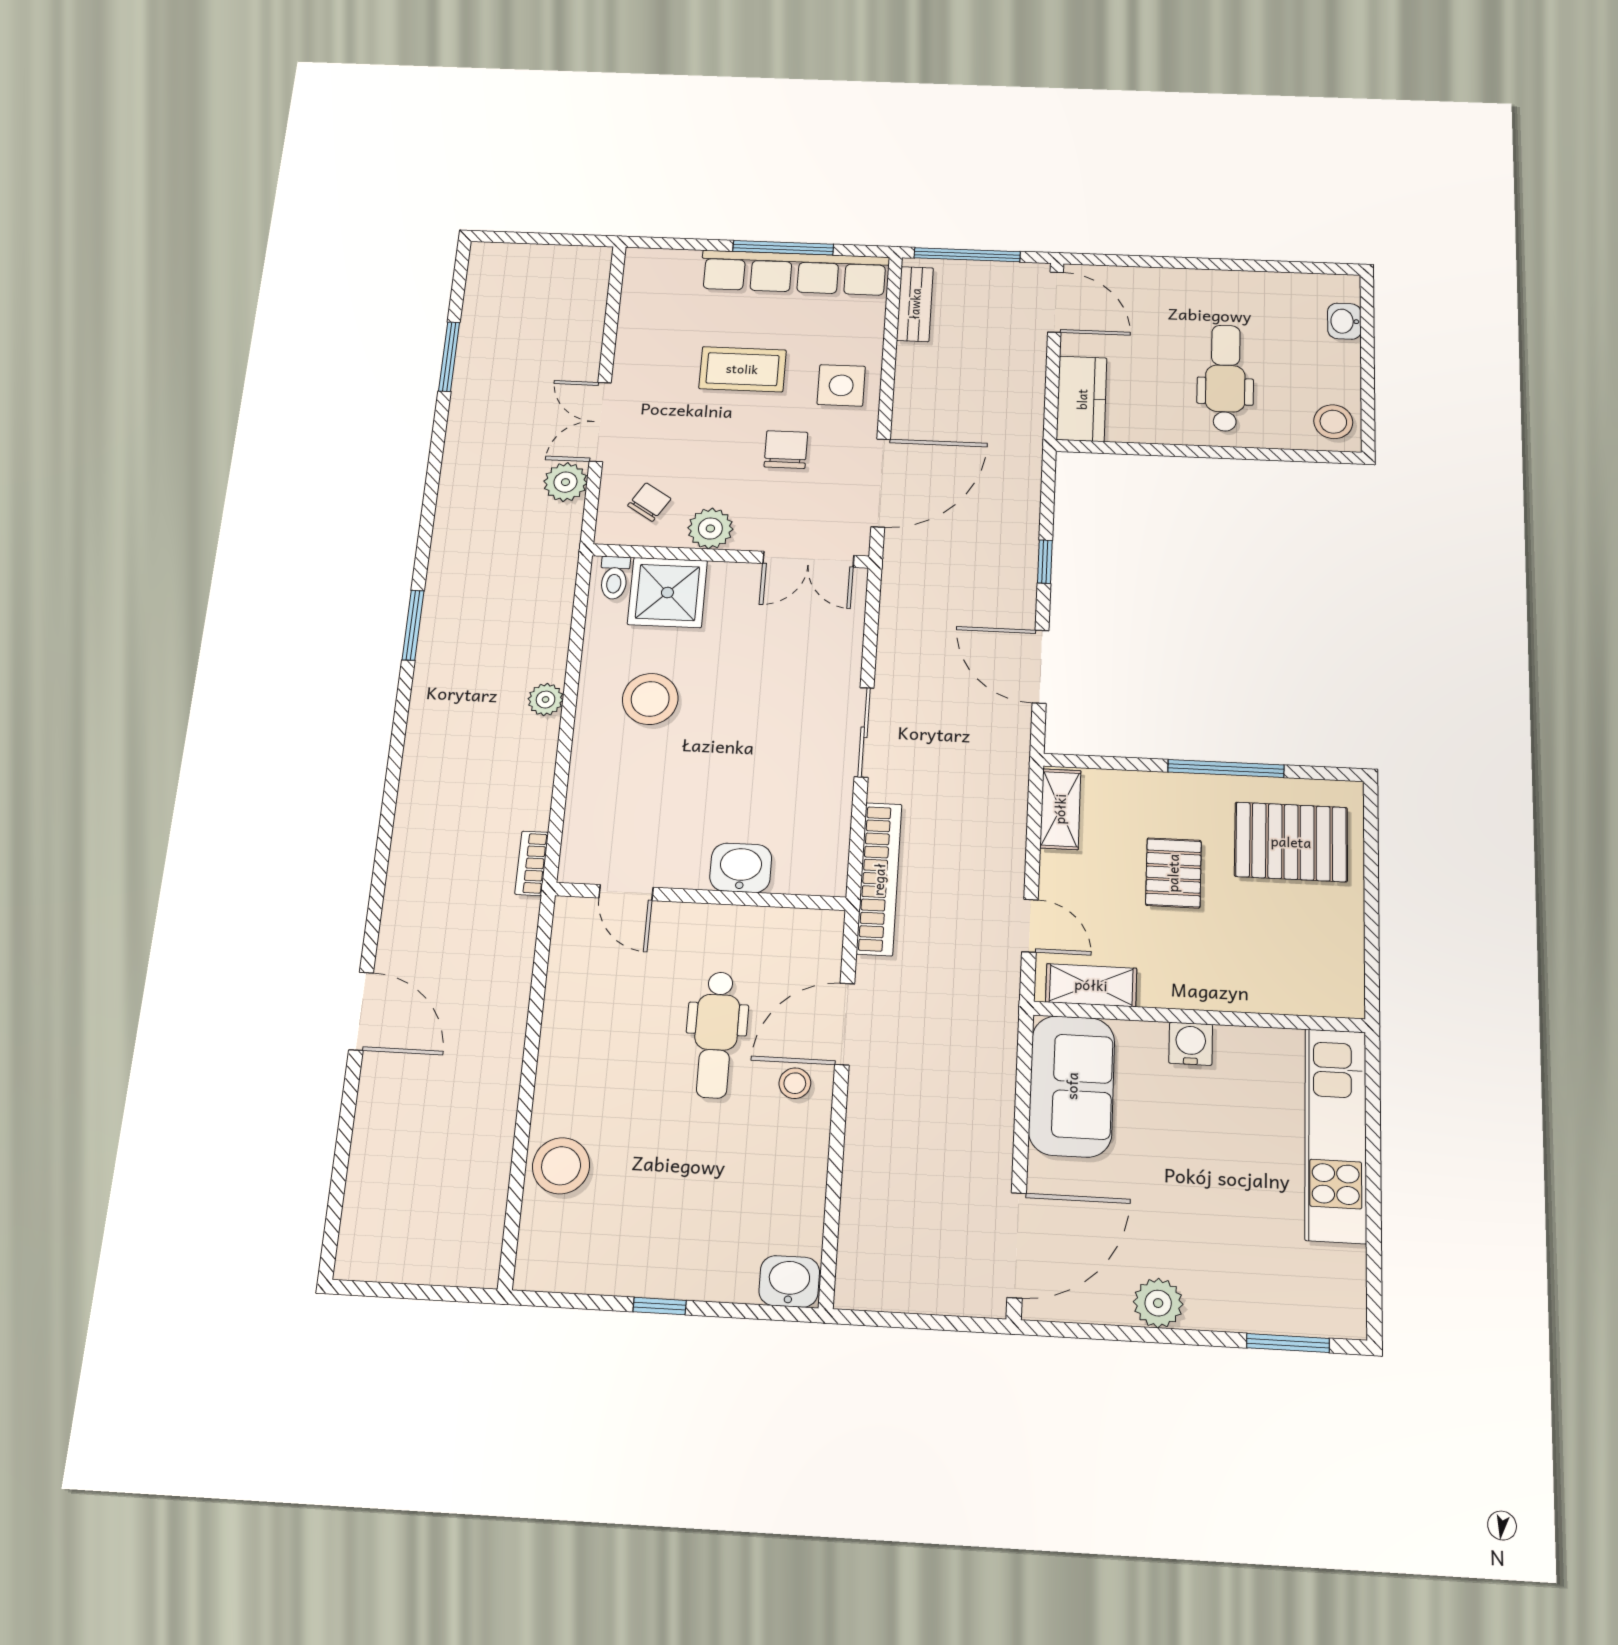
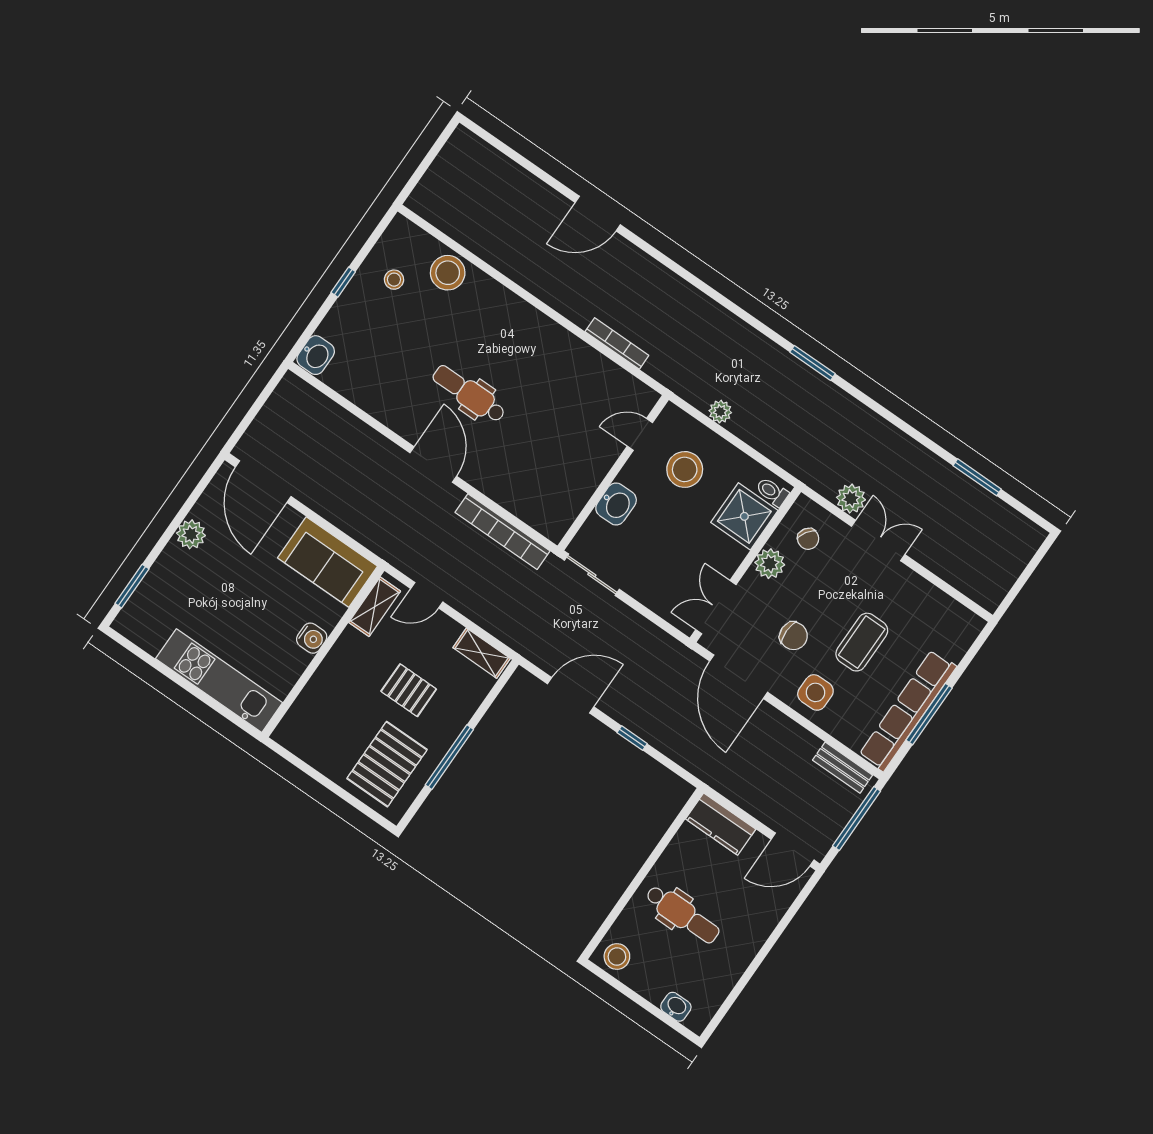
bookcase: (532, 863) -> (617, 343), width x1.56
washbasin: (741, 868) -> (616, 504), moved
door: (626, 893) -> (640, 434), moved
wall: (700, 896) -> (613, 473), moved
stool: (795, 1083) -> (394, 280), moved

